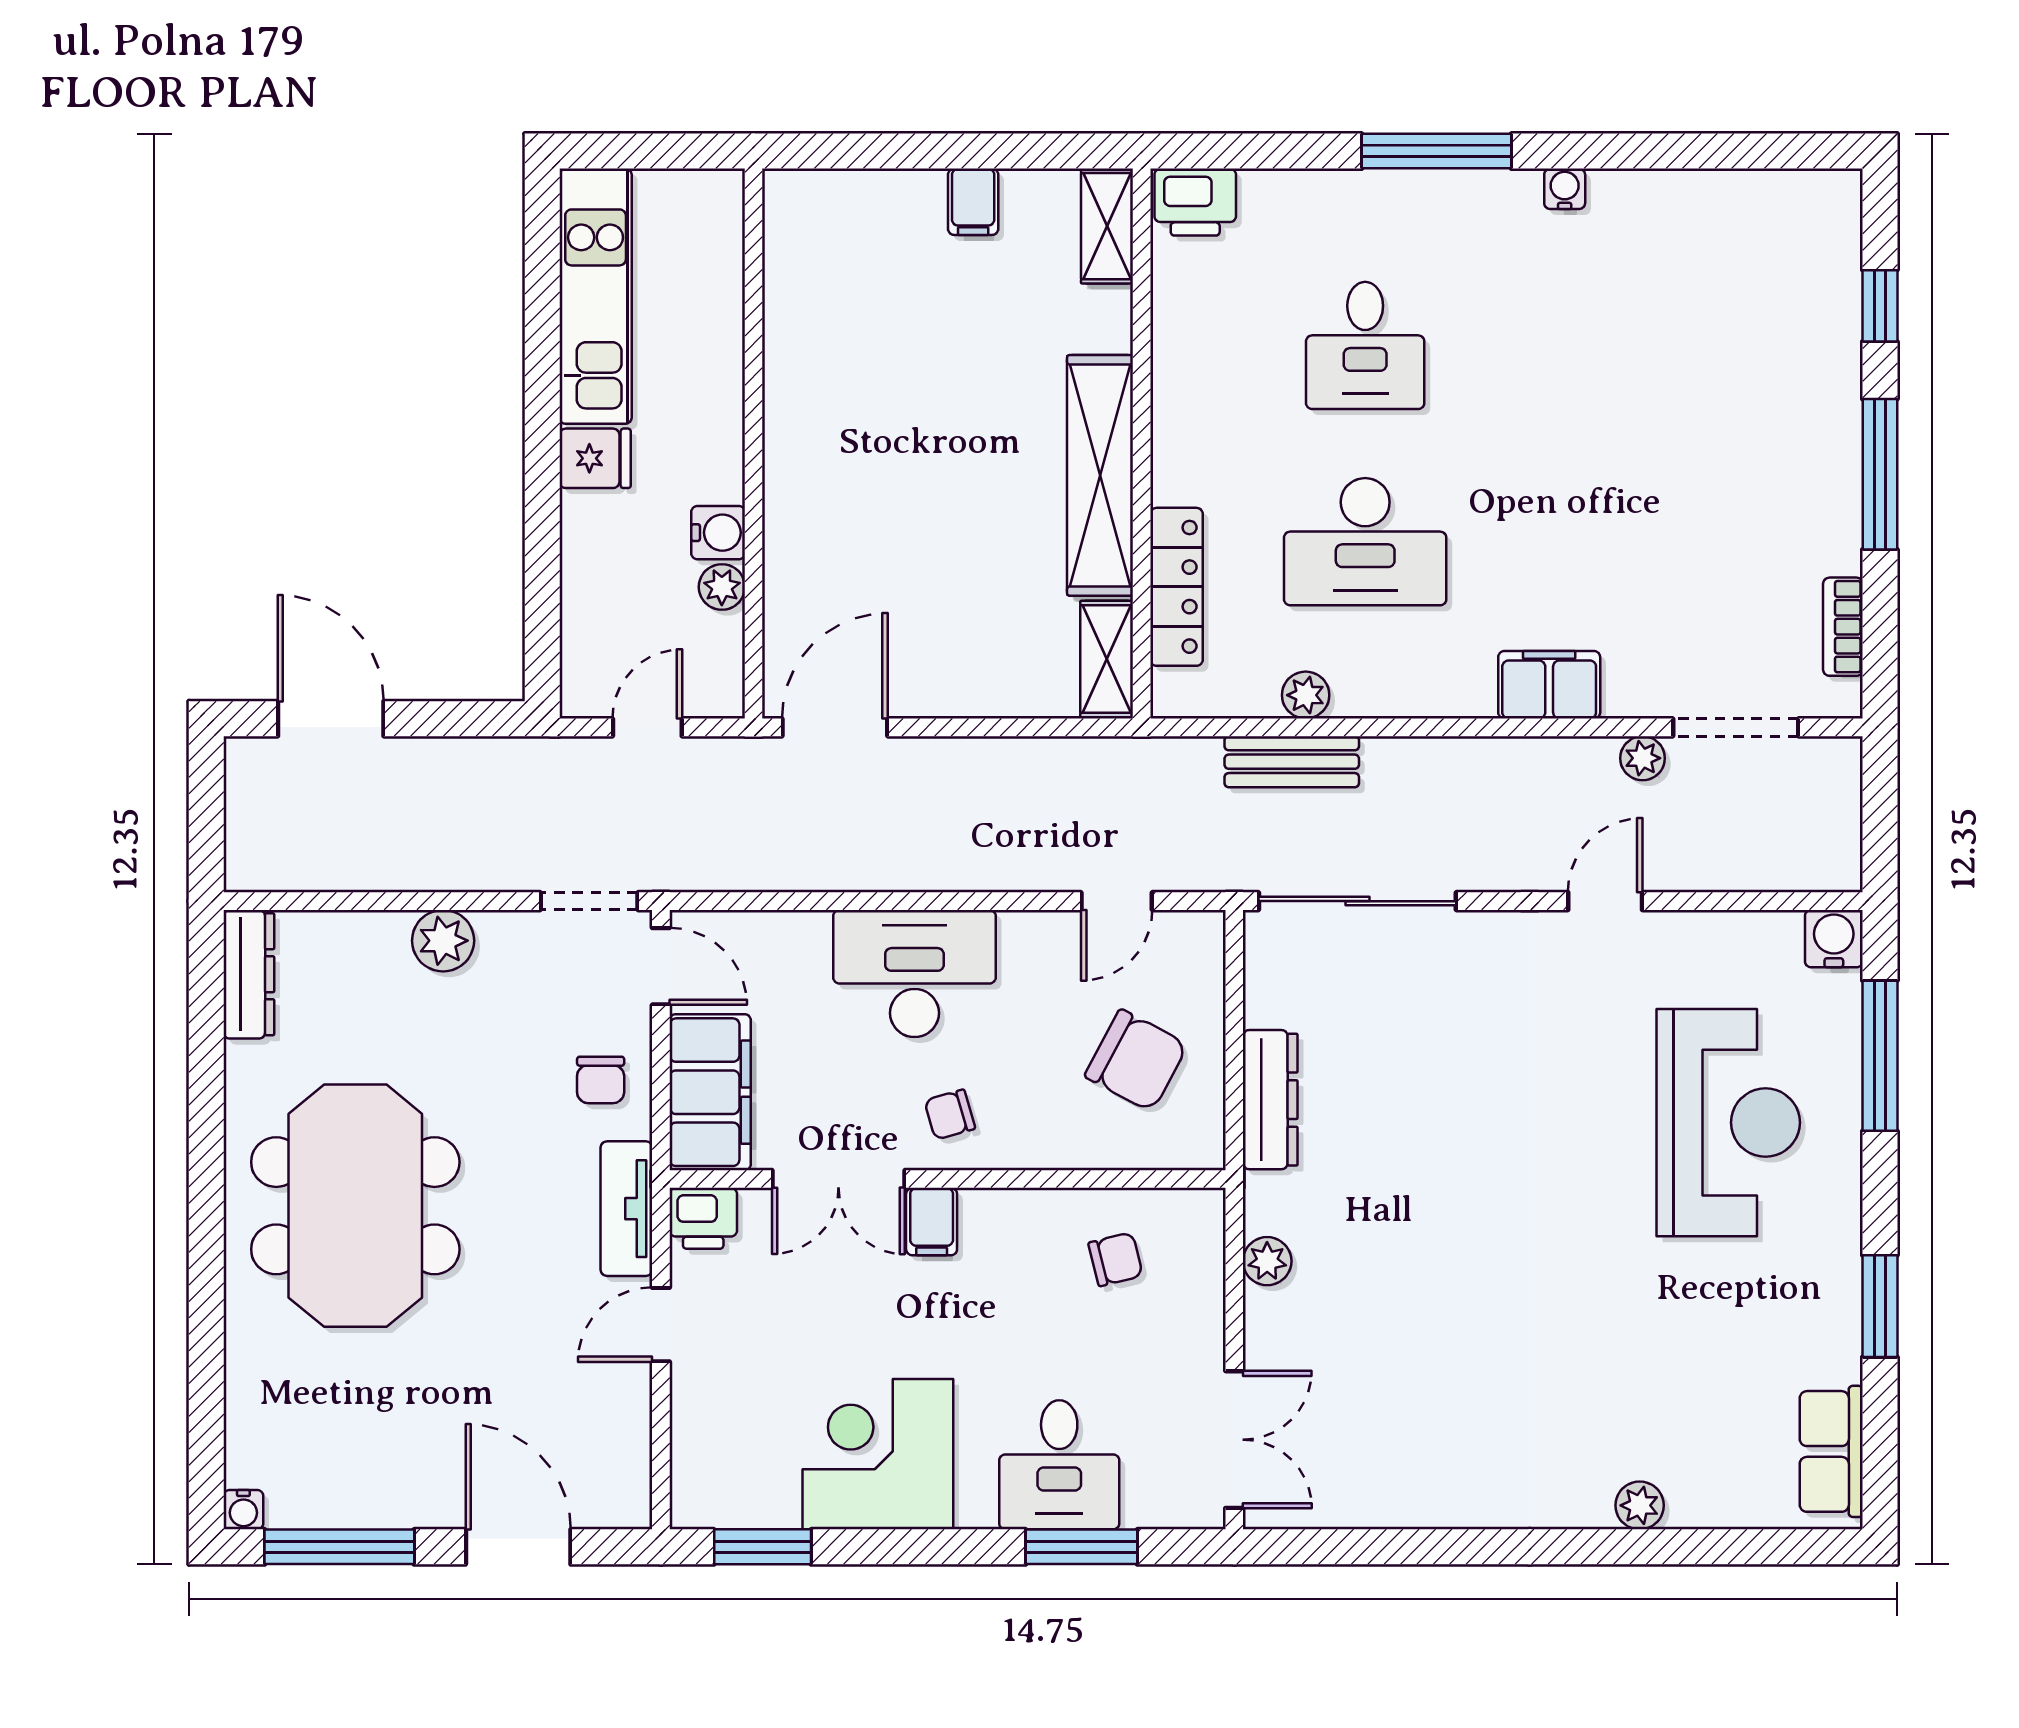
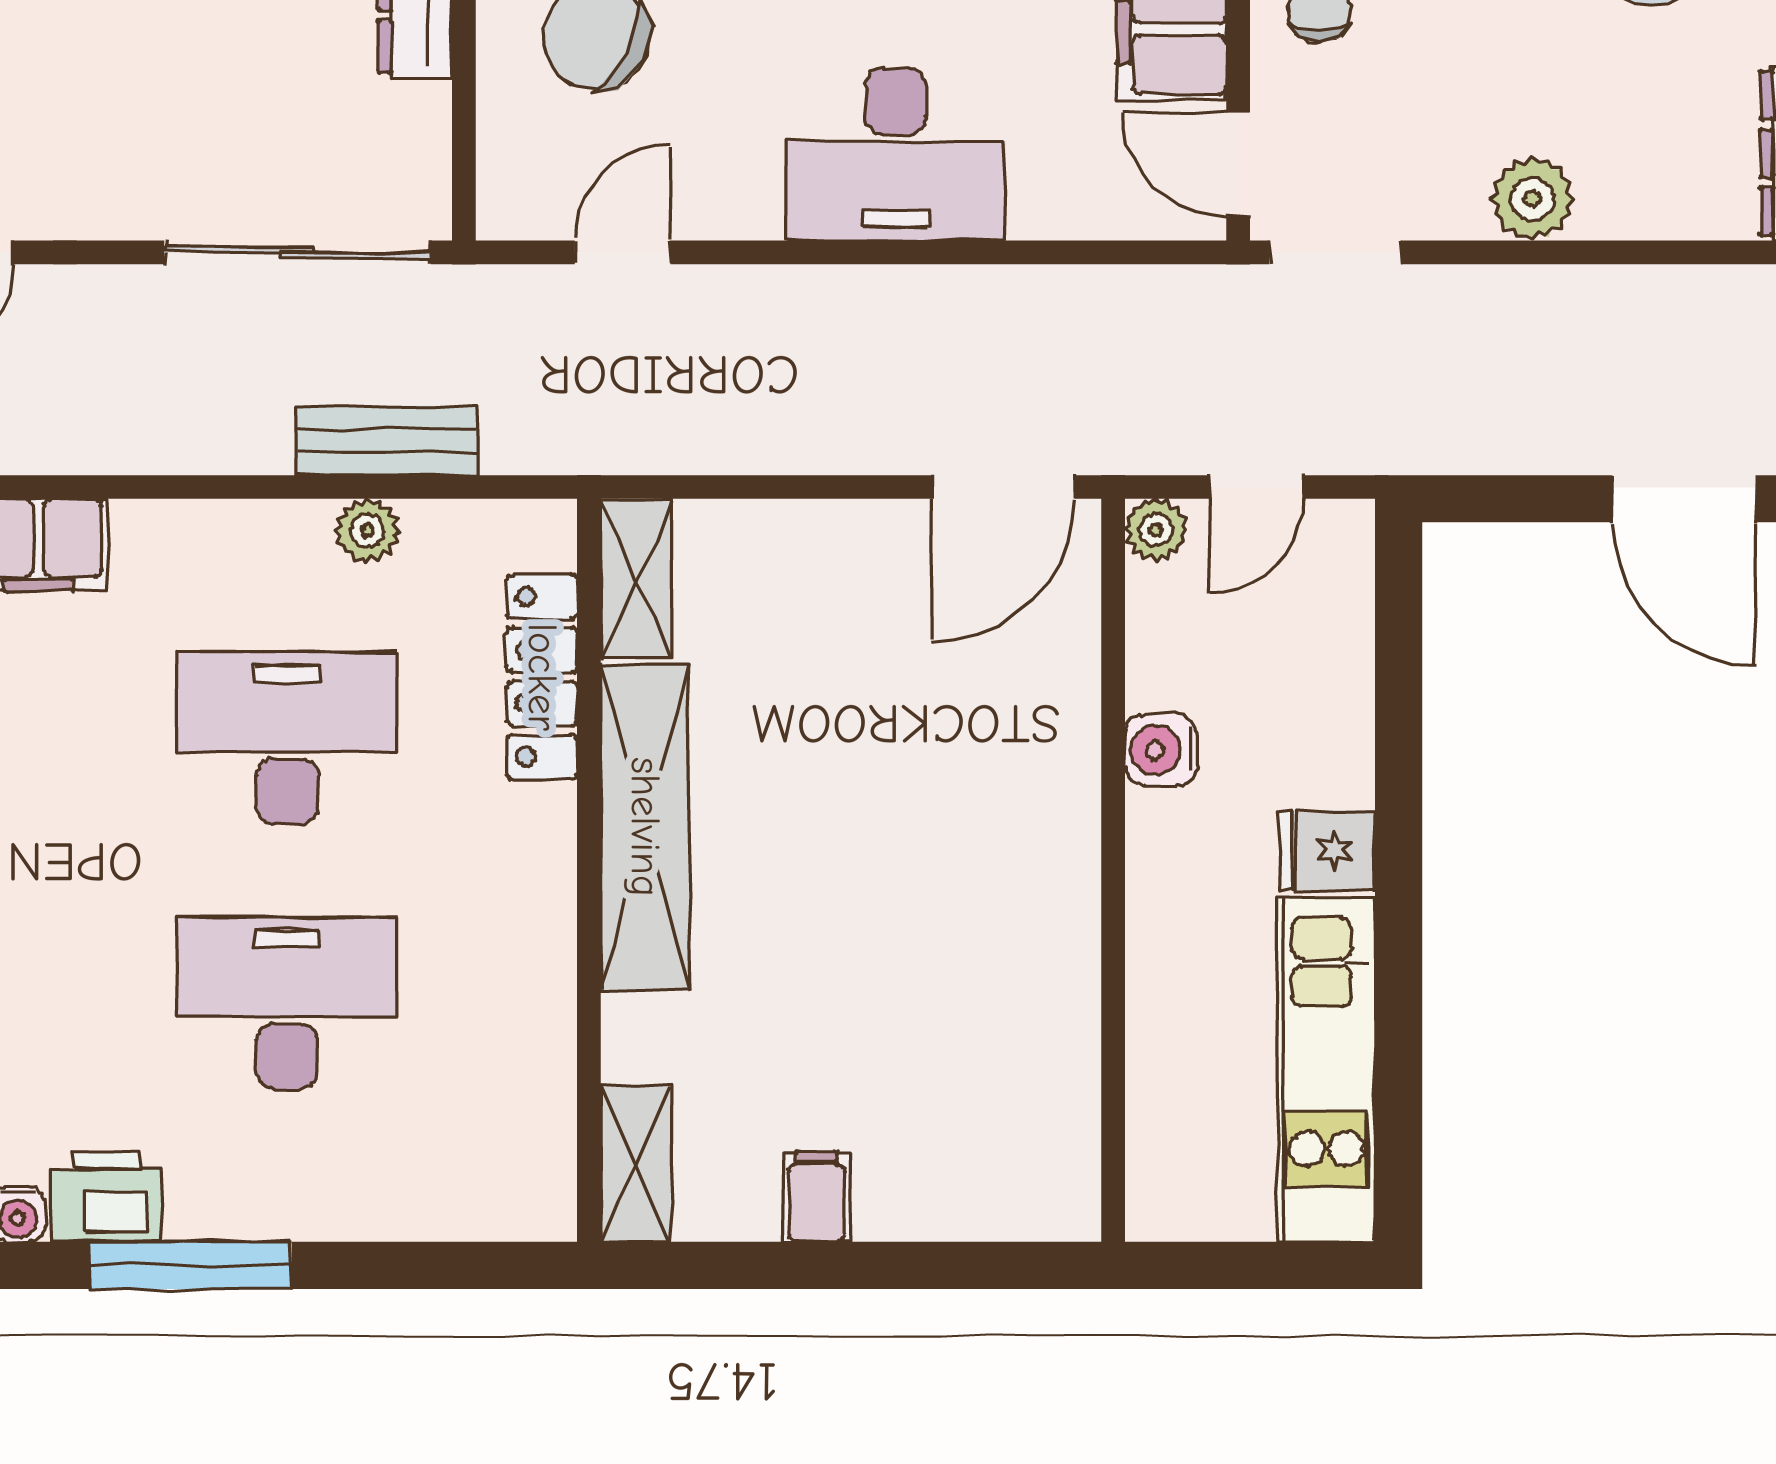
printer: (1195, 202) -> (106, 1196), moved
desk: (1365, 345) -> (287, 1003), width x1.37
plant: (722, 587) -> (1156, 530), moved

